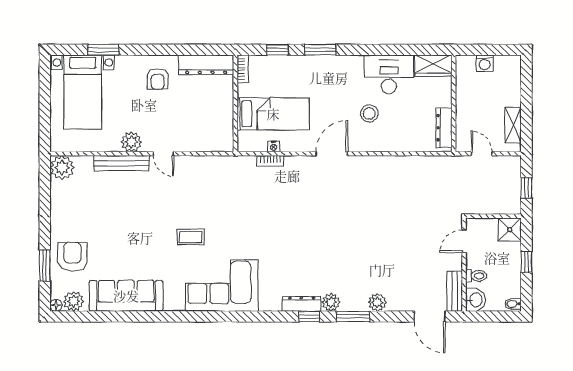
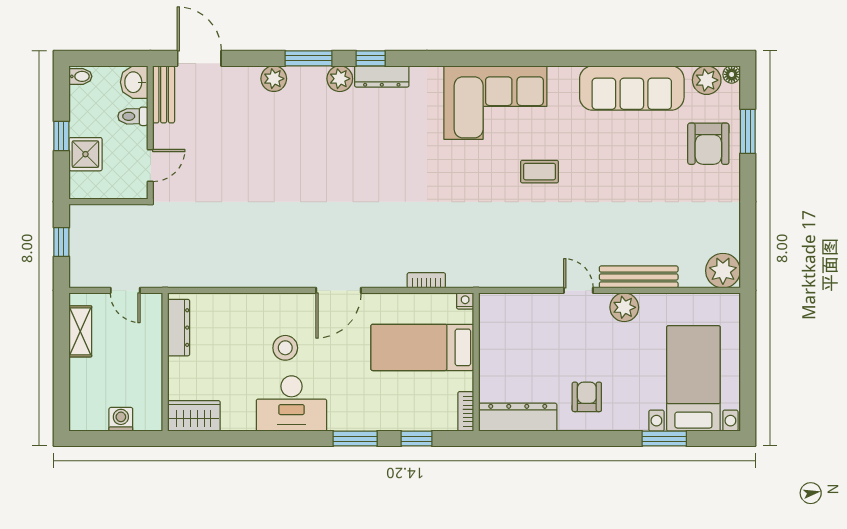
desk: (389, 74) -> (291, 404), moved
nightstand: (274, 146) -> (465, 301), moved
shower: (510, 229) -> (85, 154), moved

